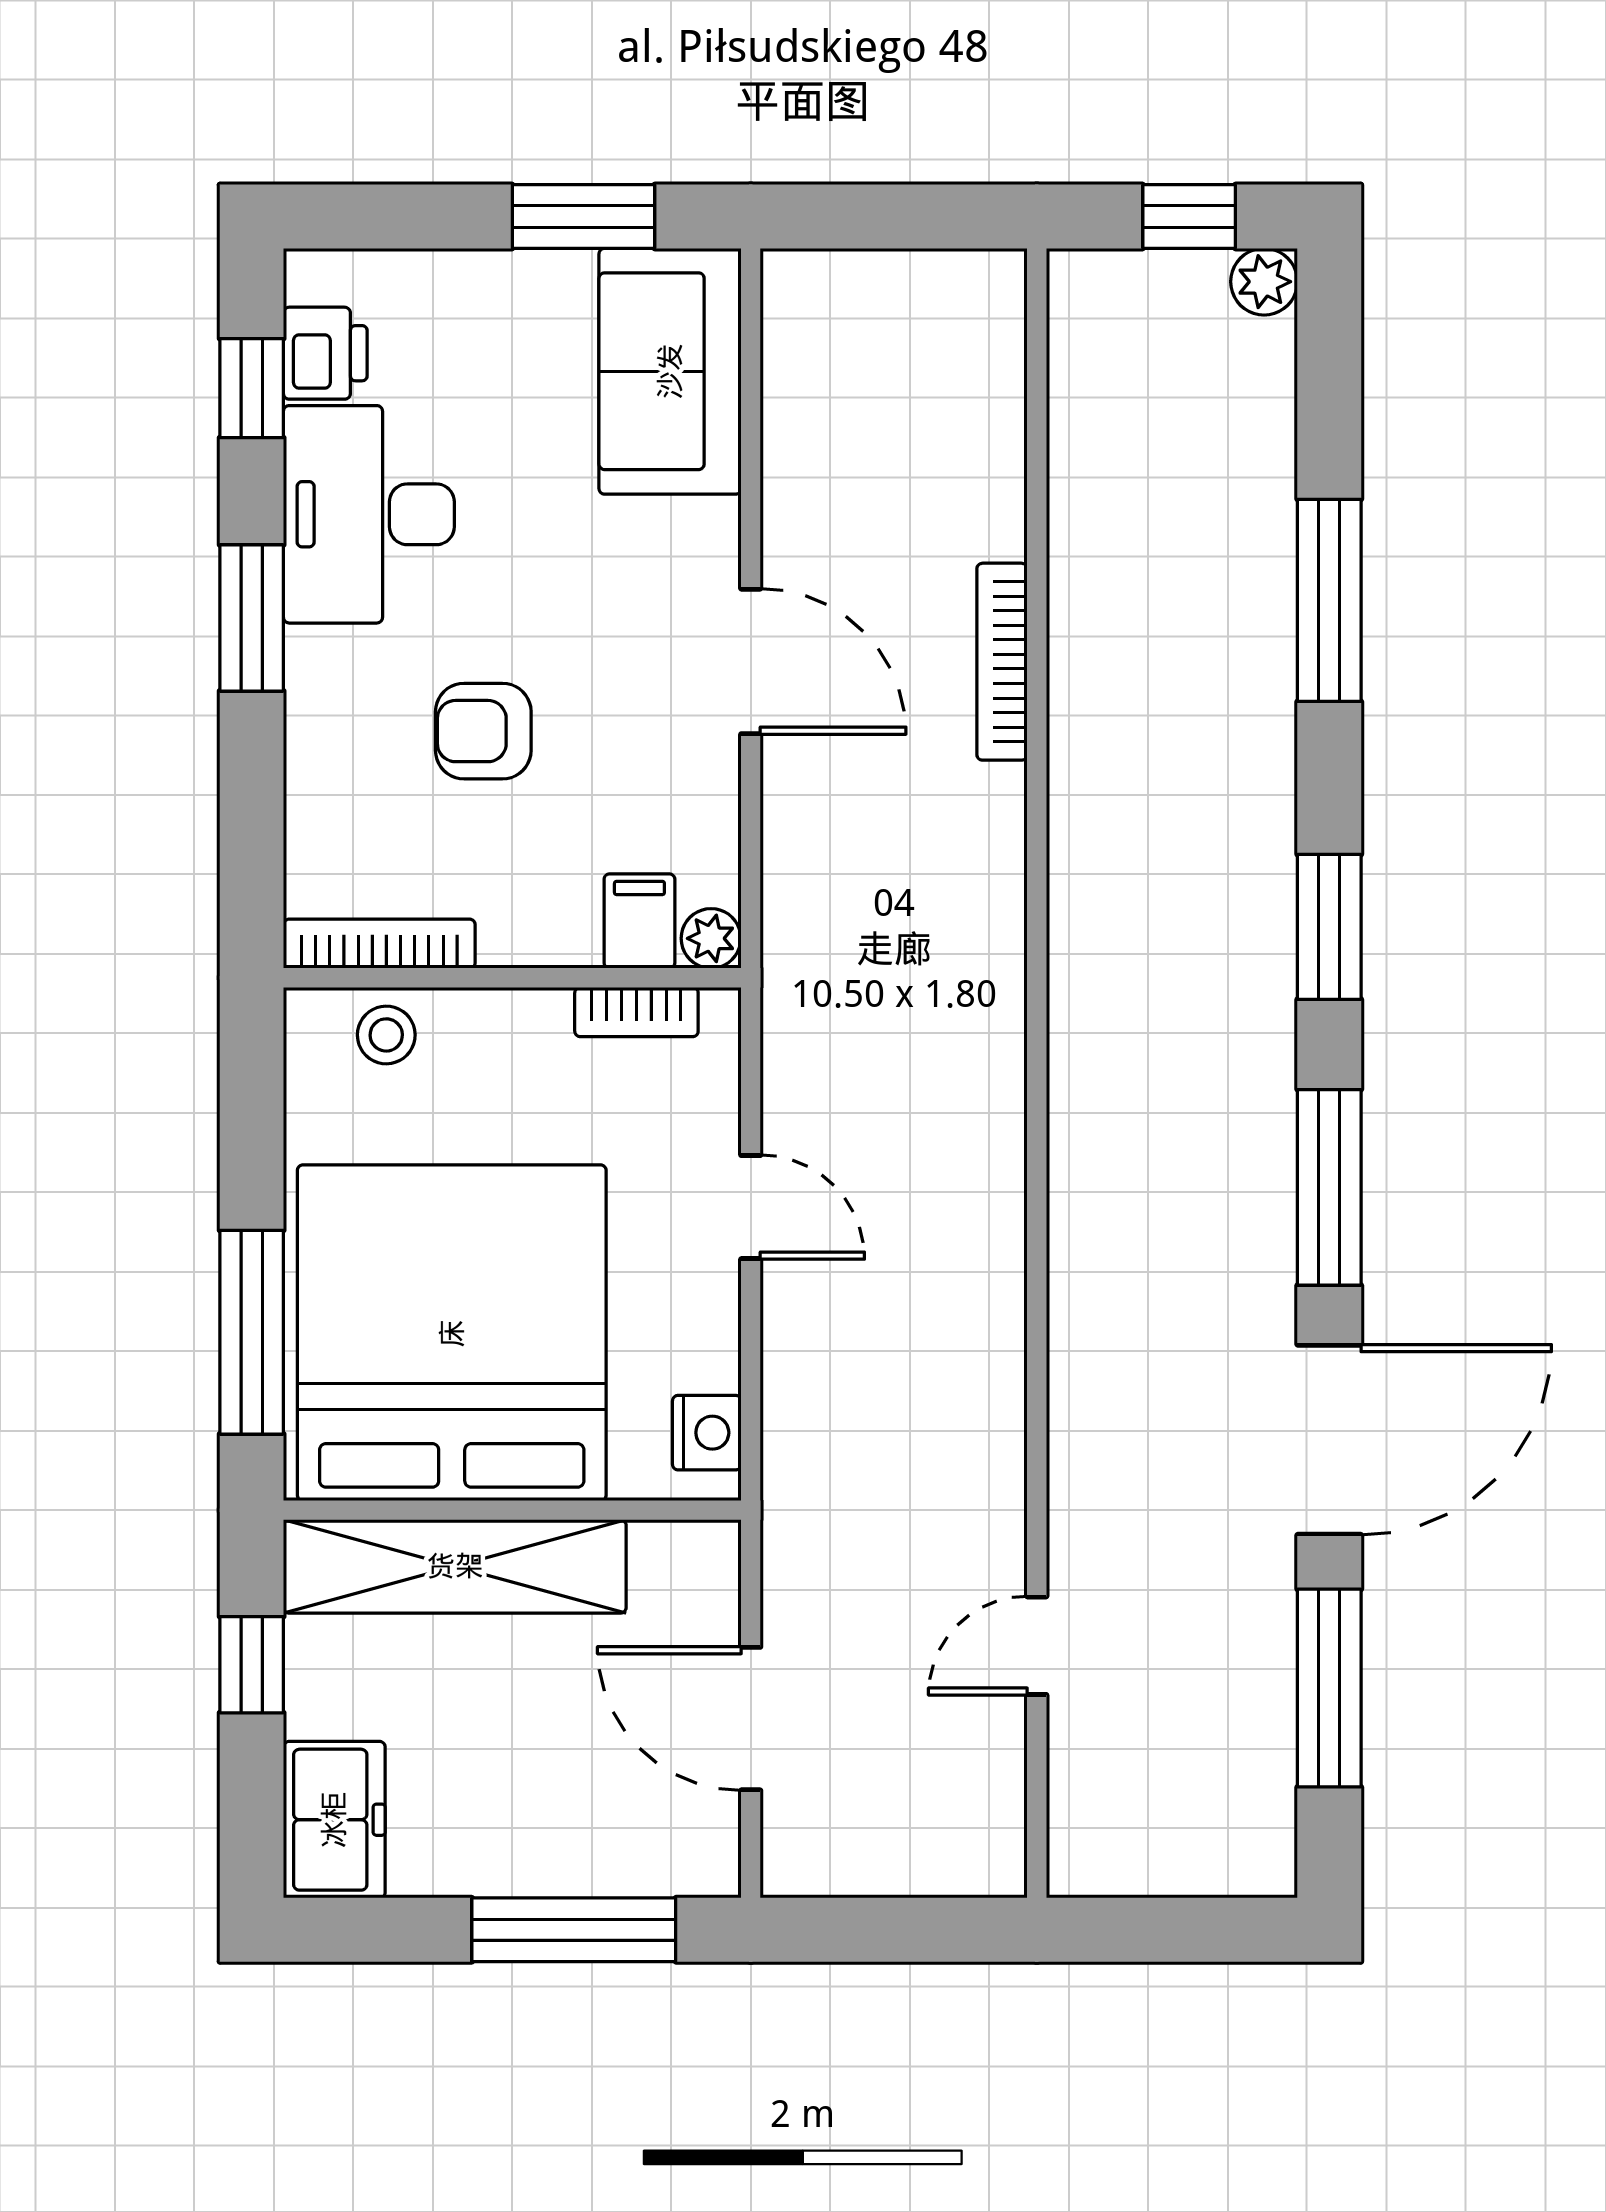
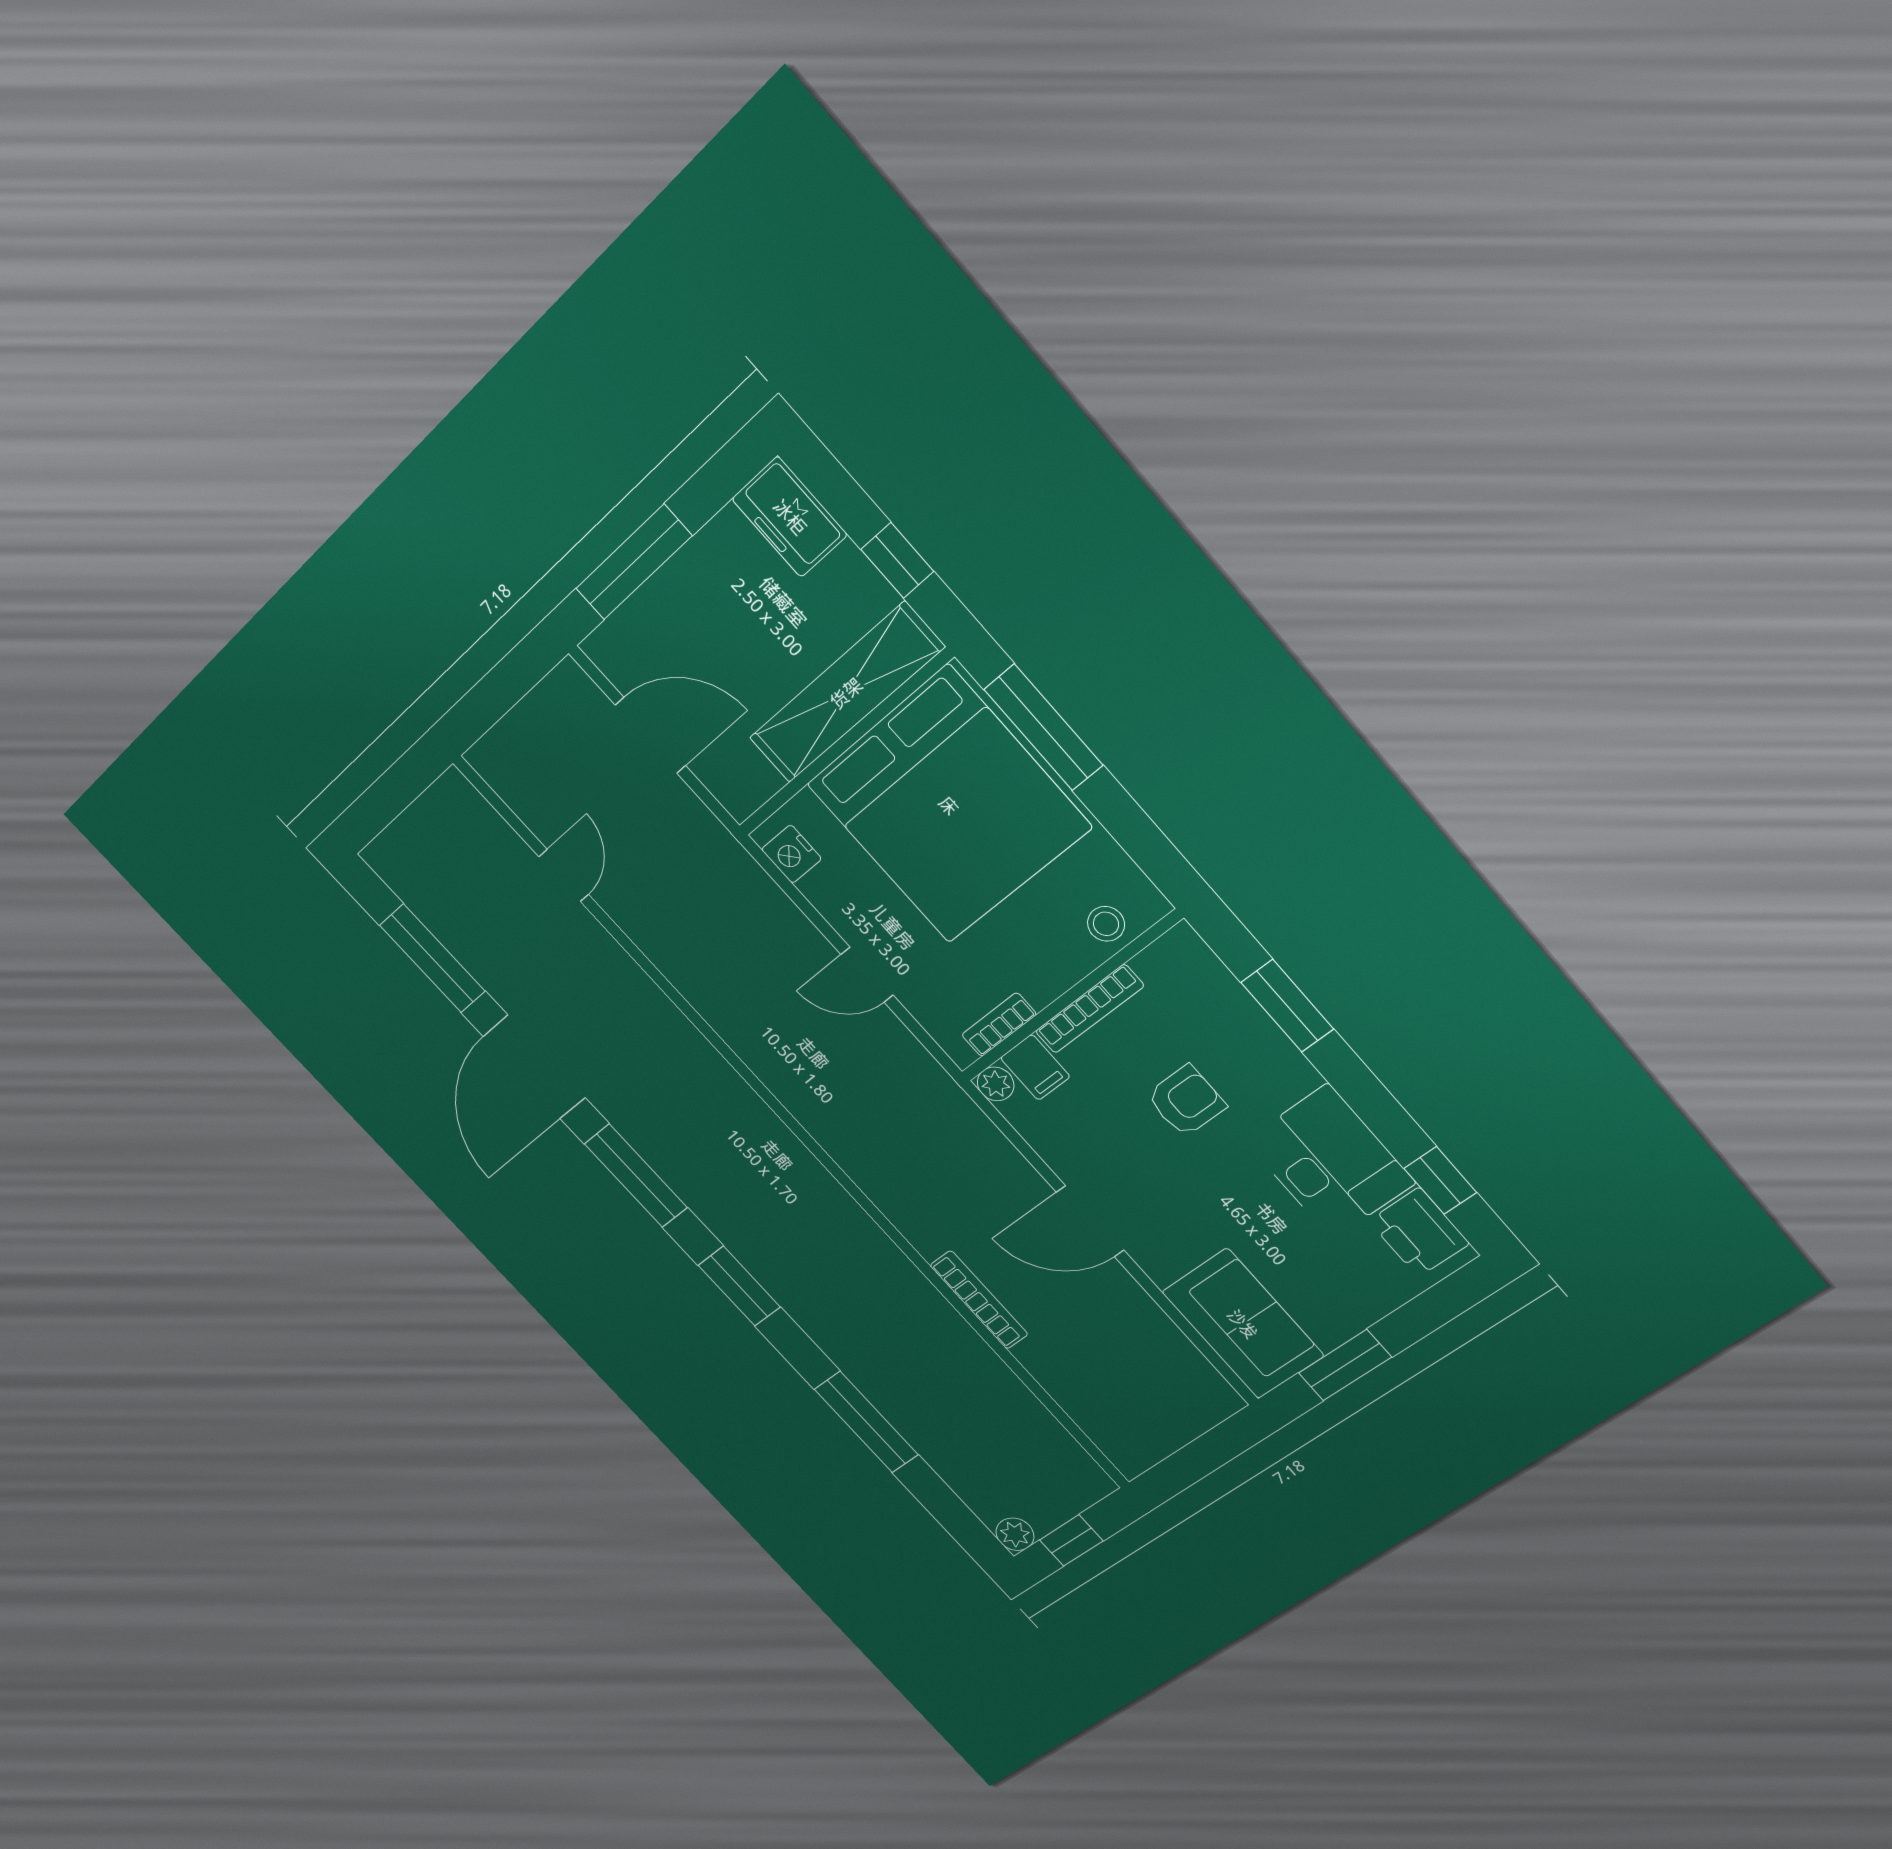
printer: (325, 353) -> (1419, 1232), width x1.36, depth x1.24
window: (252, 618) -> (1287, 1006), moved
bookcase: (379, 944) -> (1090, 1009), moved

